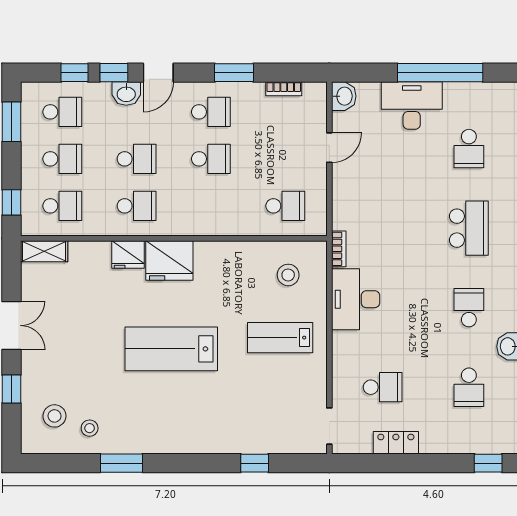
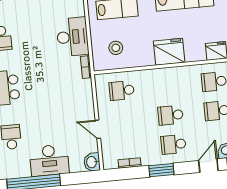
door: (329, 148) -> (98, 129), hinge flipped
fridge: (169, 260) -> (169, 52), moved

